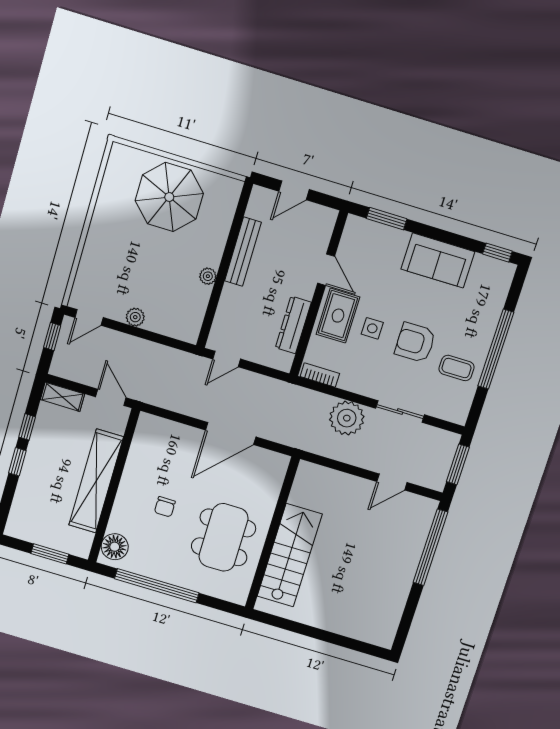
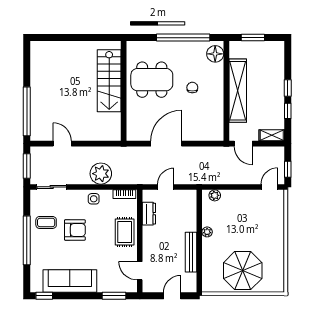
sofa: (438, 260) -> (70, 281), width x1.36
door: (326, 270) -> (140, 271), moved
plant: (135, 317) -> (215, 195), moved
dresser: (293, 325) -> (149, 214), width x0.70
side table: (372, 328) -> (94, 199), moved
door: (227, 359) -> (166, 187), moved
sliding door: (400, 412) -> (52, 187), moved
door: (392, 482) -> (62, 144), hinge flipped
dining table: (223, 537) -> (152, 80), turned 90

